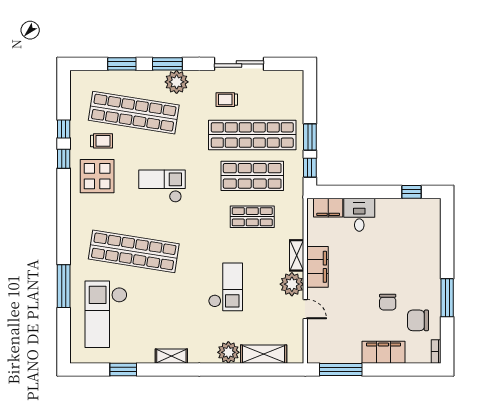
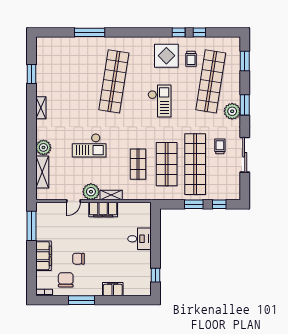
window: (122, 64) -> (245, 61), moved
window: (310, 168) -> (219, 204), moved
filing cabinet: (328, 208) -> (113, 289), moved, turned 90
checkout: (106, 314) -> (70, 62), removed

